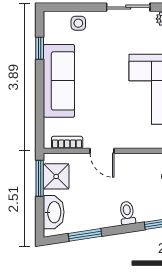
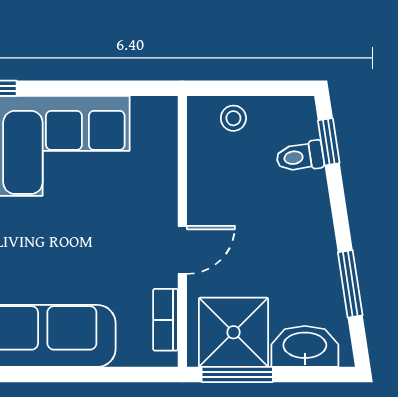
shower: (56, 176) -> (234, 332), width x1.36, depth x1.36
toilet: (127, 213) -> (300, 157), moved

